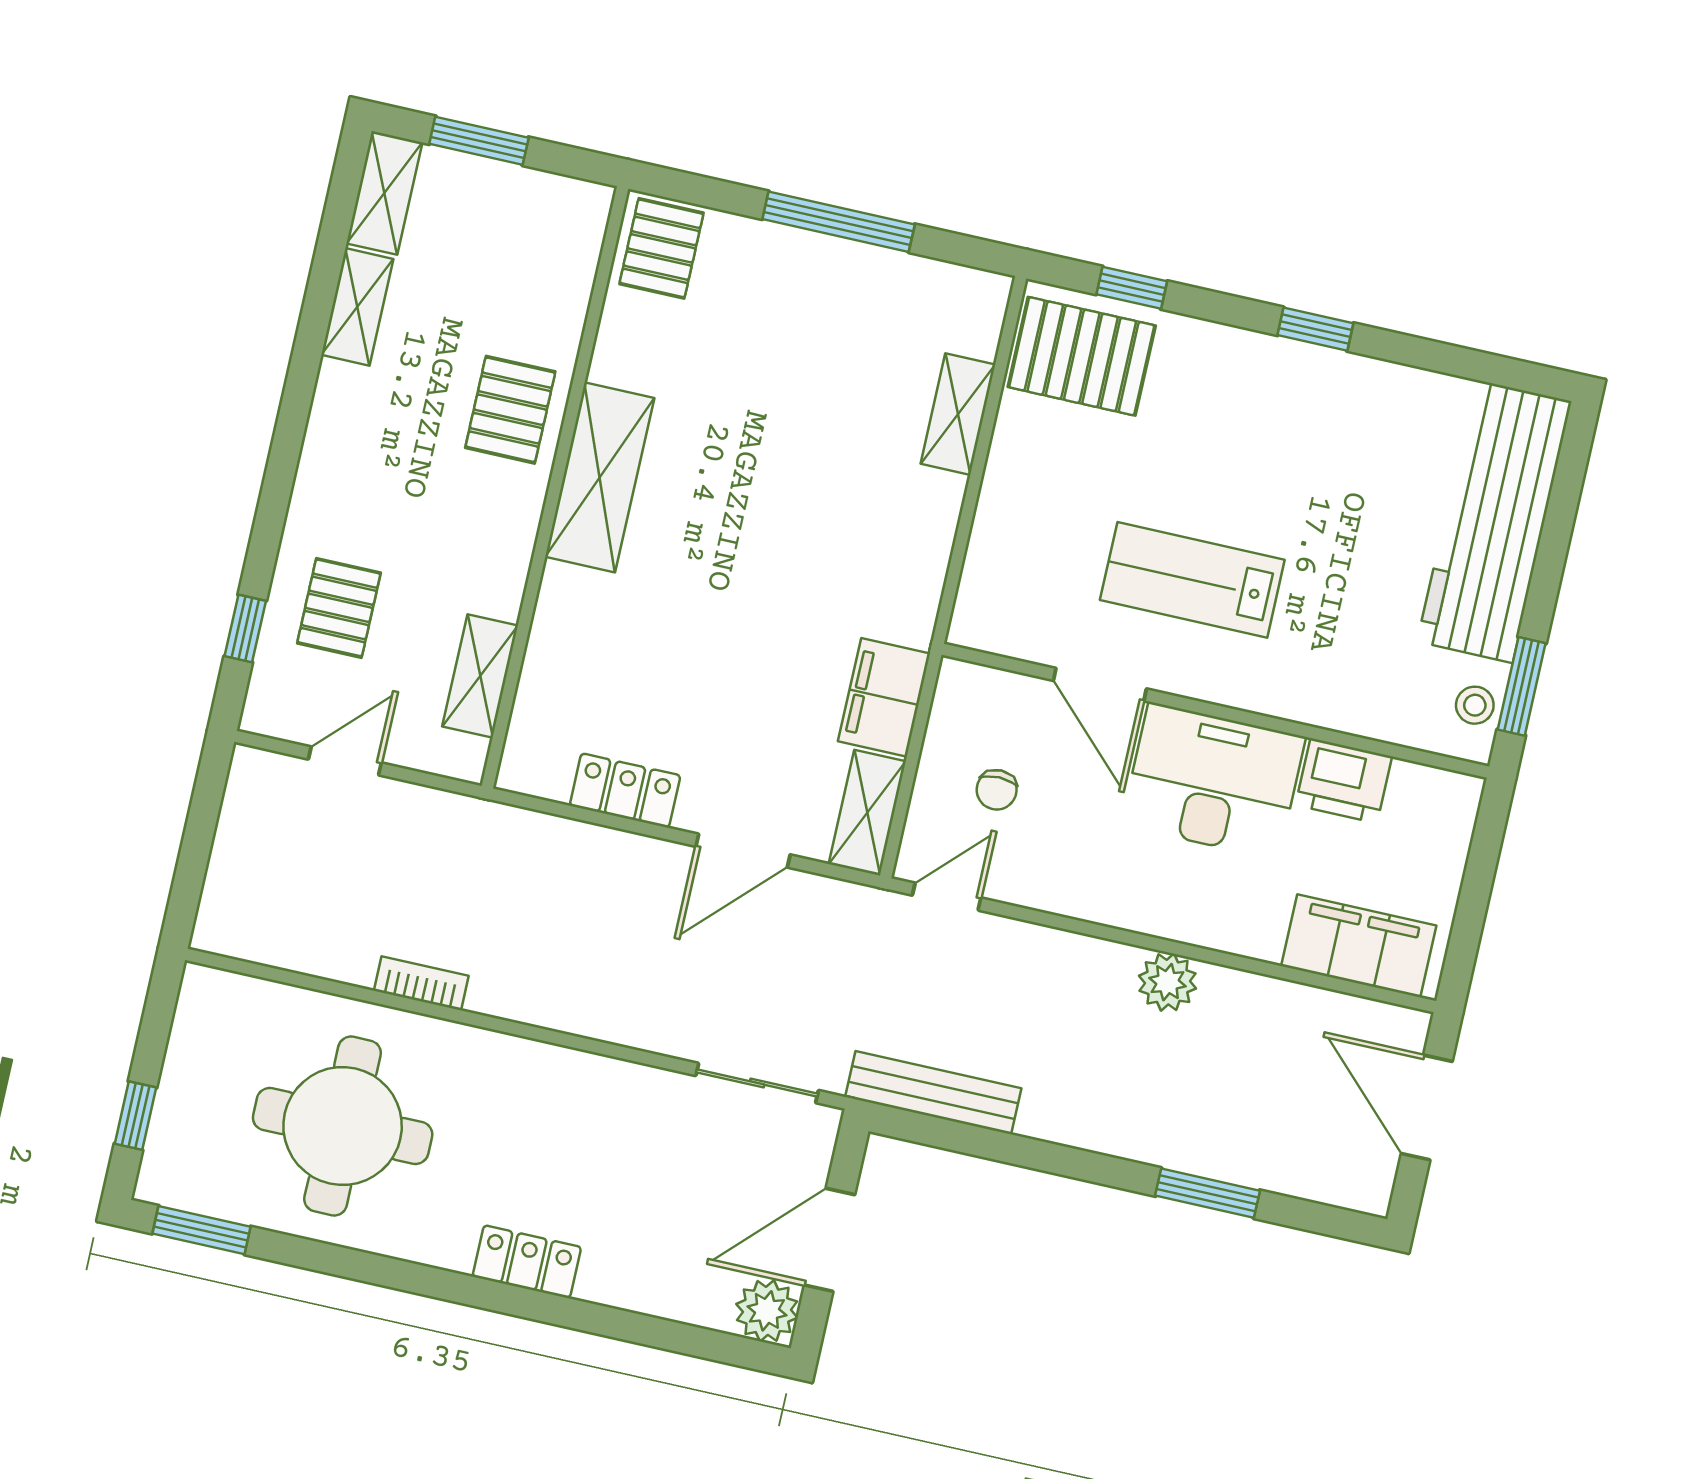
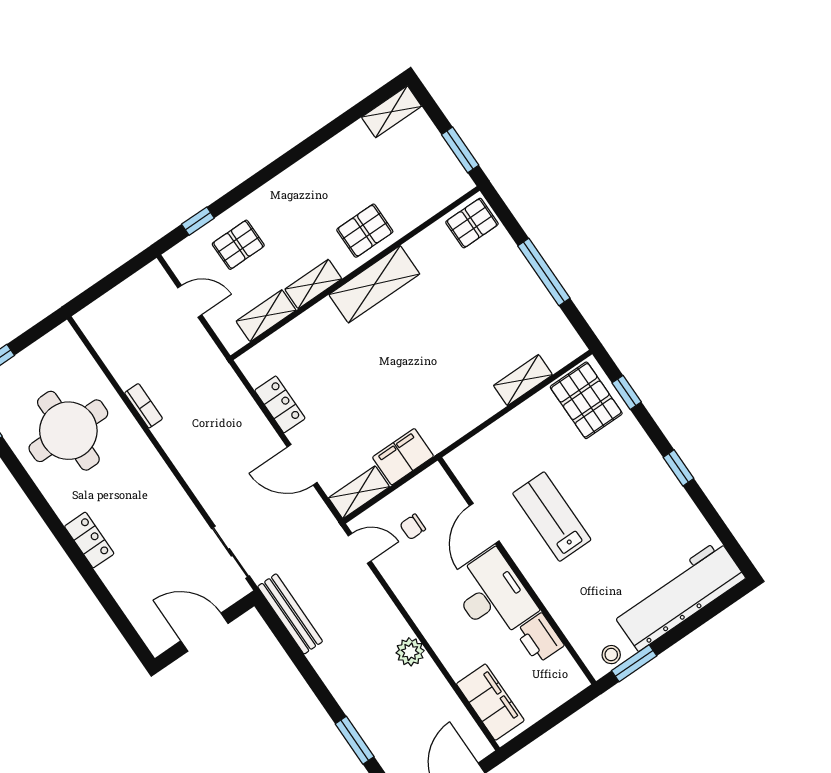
window: (479, 141) -> (460, 150), moved
shelving: (357, 307) -> (313, 284), moved
plant: (767, 1311) -> (159, 637), removed

